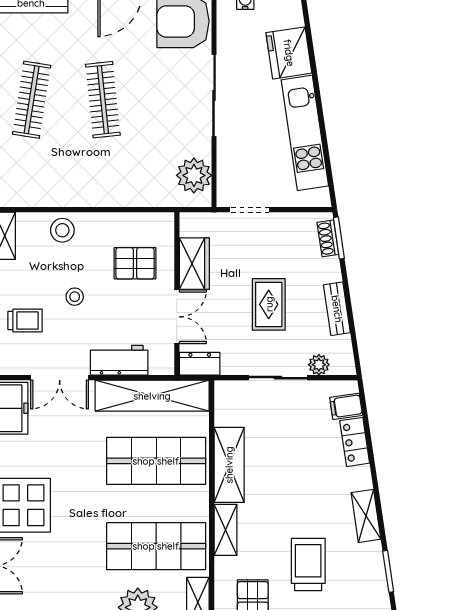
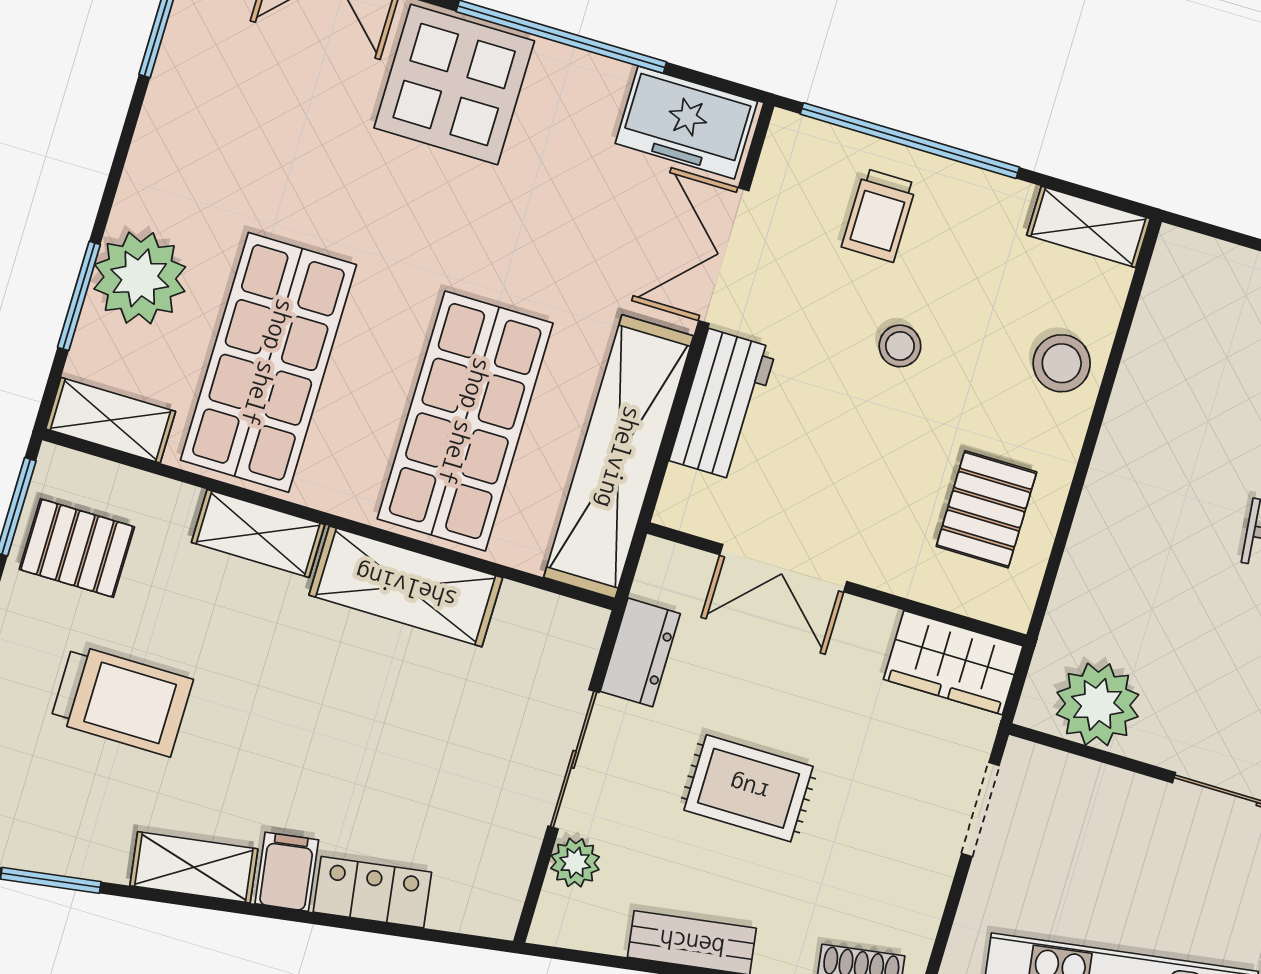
pallet: (135, 263) -> (986, 509), moved
wardrobe: (194, 264) -> (953, 663), moved
dresser: (200, 364) -> (640, 652), moved
filing cabinet: (346, 406) -> (287, 872), moved

